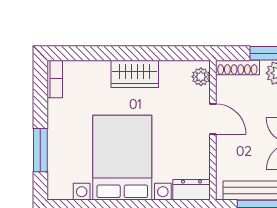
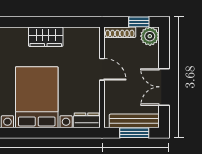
plant: (201, 77) -> (93, 39), removed

